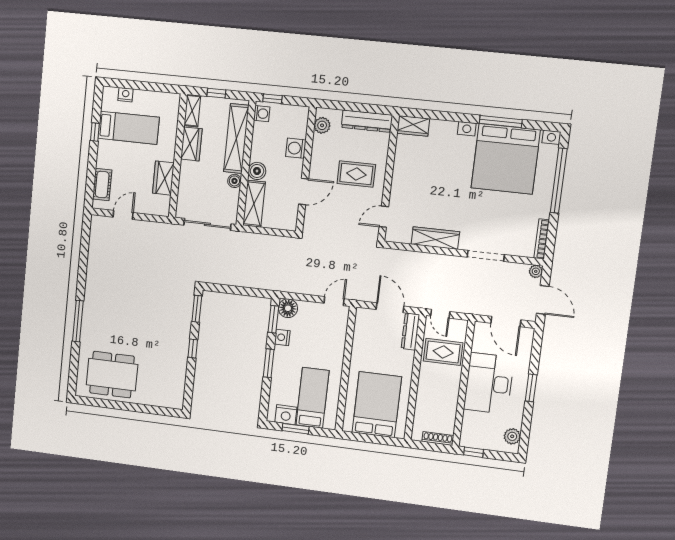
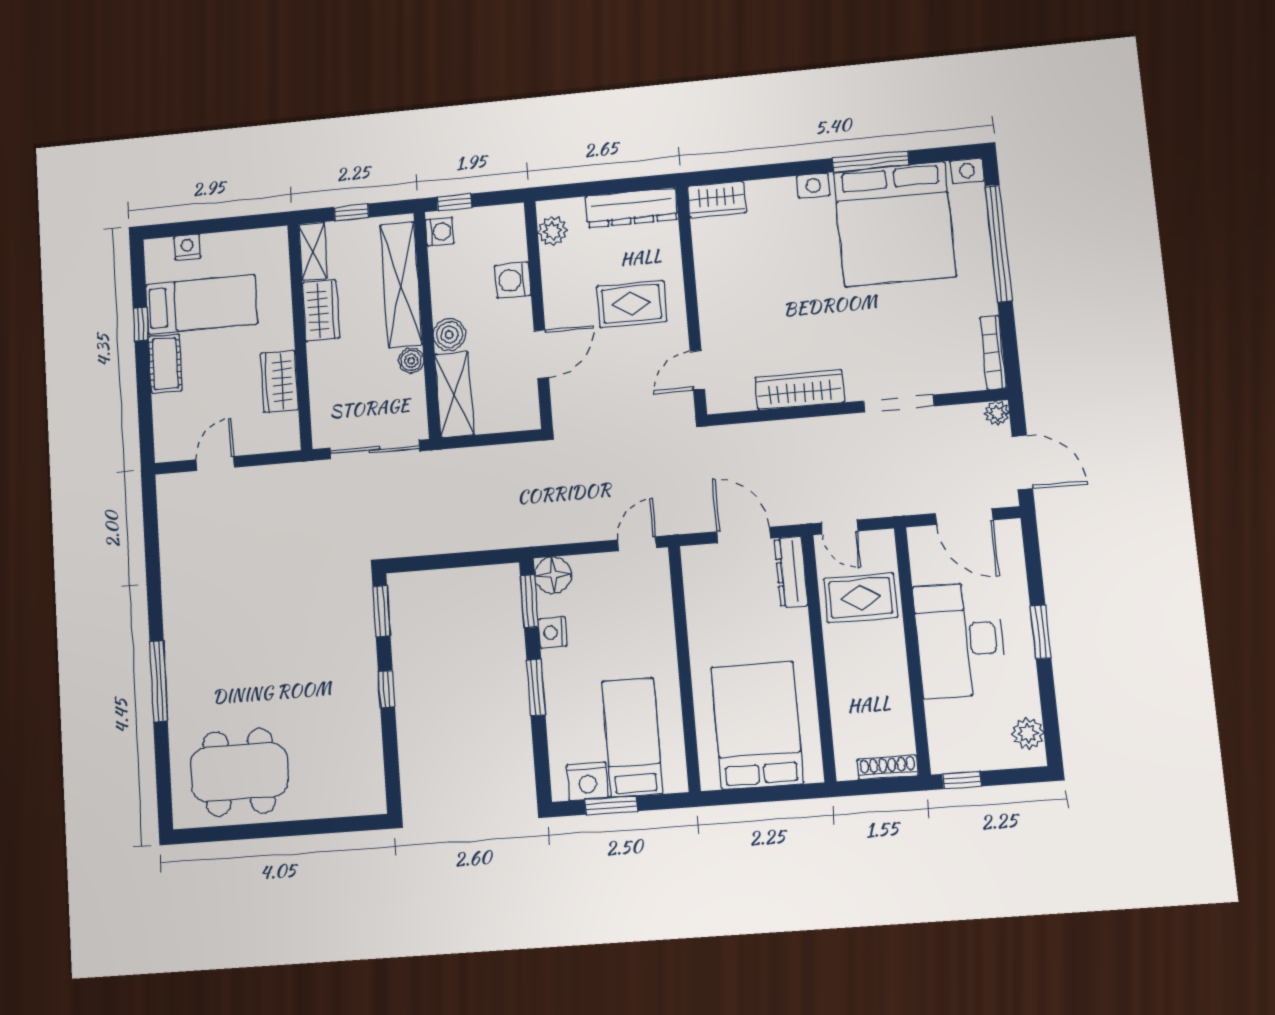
cot: (102, 185) -> (165, 363), moved

